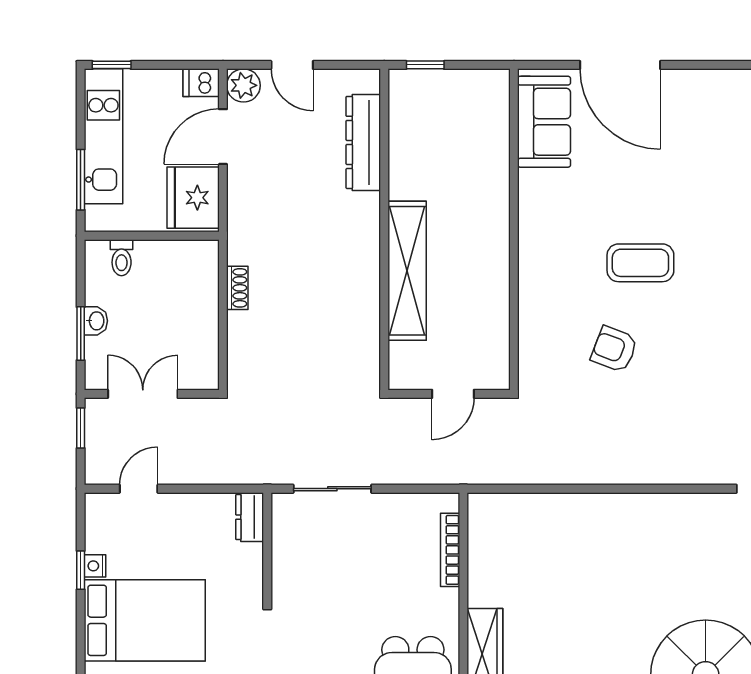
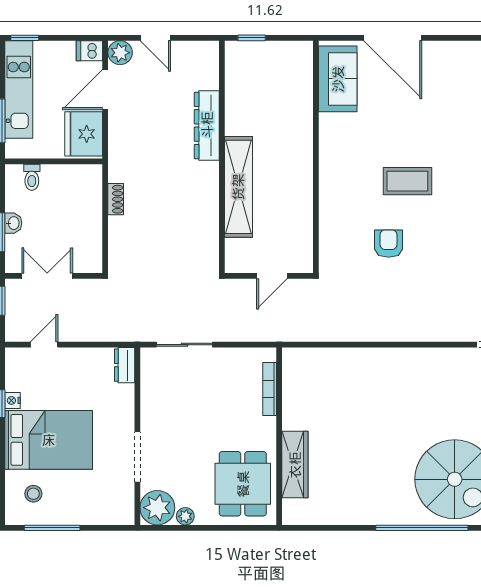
dresser: (363, 142) -> (207, 125), moved
armchair: (614, 349) -> (389, 244), turned 69

